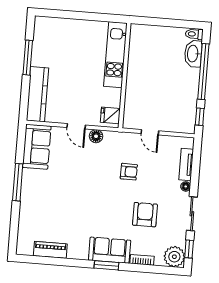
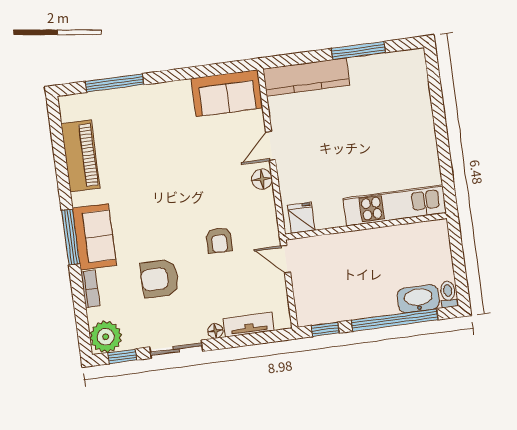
kitchen unit: (115, 55) -> (395, 206), moved
wall: (125, 76) -> (366, 226), moved
fridge: (110, 115) -> (301, 218), moved
door: (150, 132) -> (286, 259), hinge flipped
window: (18, 182) -> (114, 83), moved
armchair: (145, 215) -> (160, 279), turned 180
piano: (50, 250) -> (80, 156), width x1.37, depth x1.33
window: (106, 265) -> (71, 237), width x1.44

